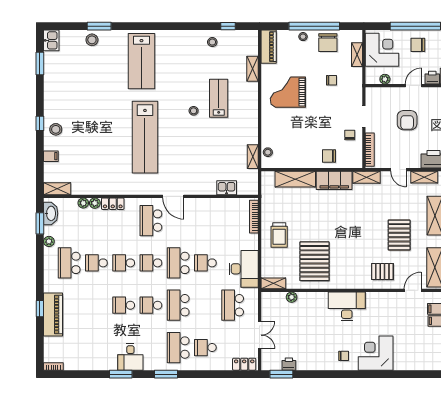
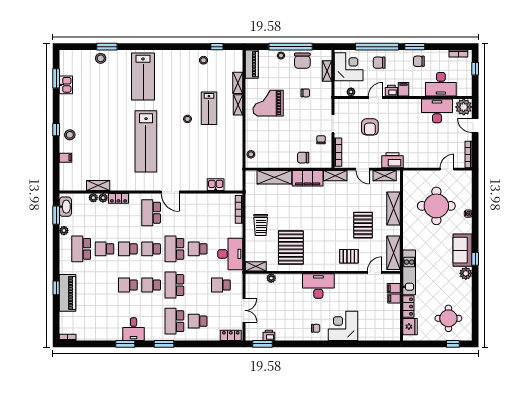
kitchen sink: (51, 40) -> (66, 85), moved
lab bench: (219, 98) -> (209, 108), turned 180
shelving: (253, 157) -> (238, 105), moved
shelving: (57, 189) -> (98, 185), moved
school desk: (233, 305) -> (221, 285), width x0.54

